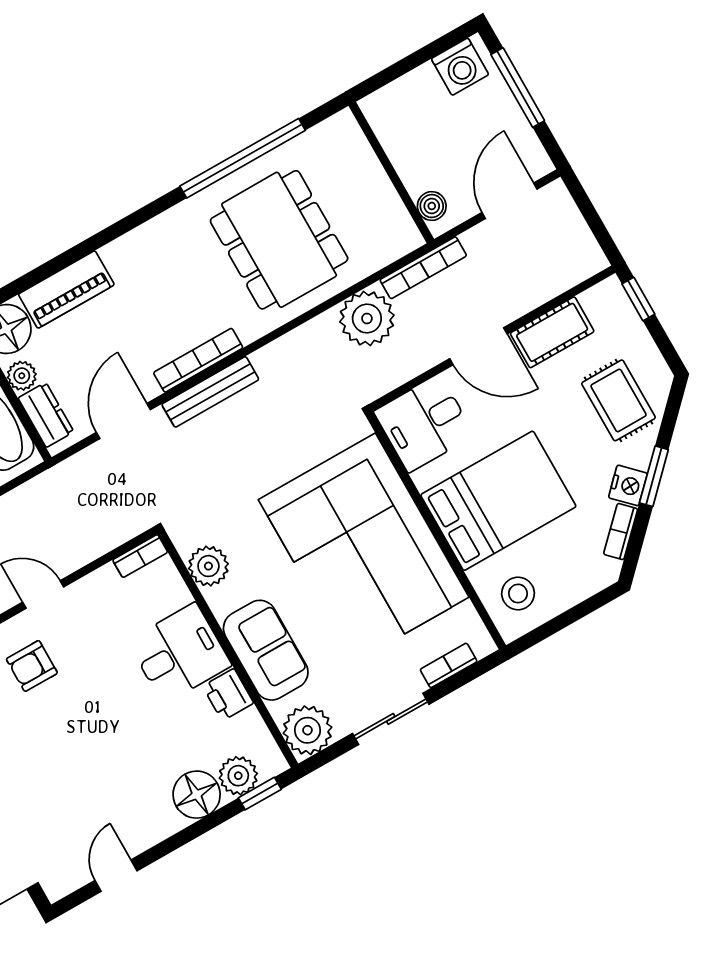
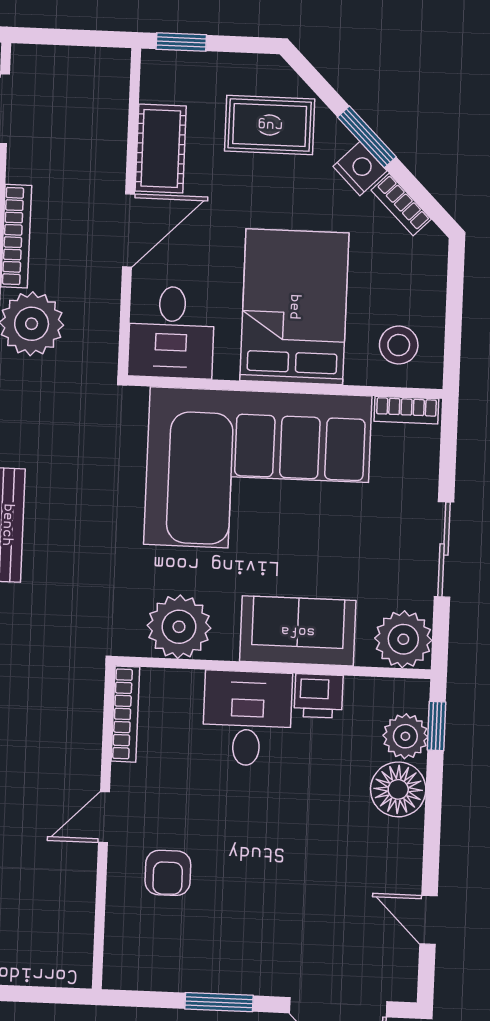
bookcase: (140, 556) -> (125, 714), width x1.56
plant: (208, 566) -> (179, 627), width x1.36, depth x1.36
bookcase: (449, 665) -> (406, 410), moved, turned -90

